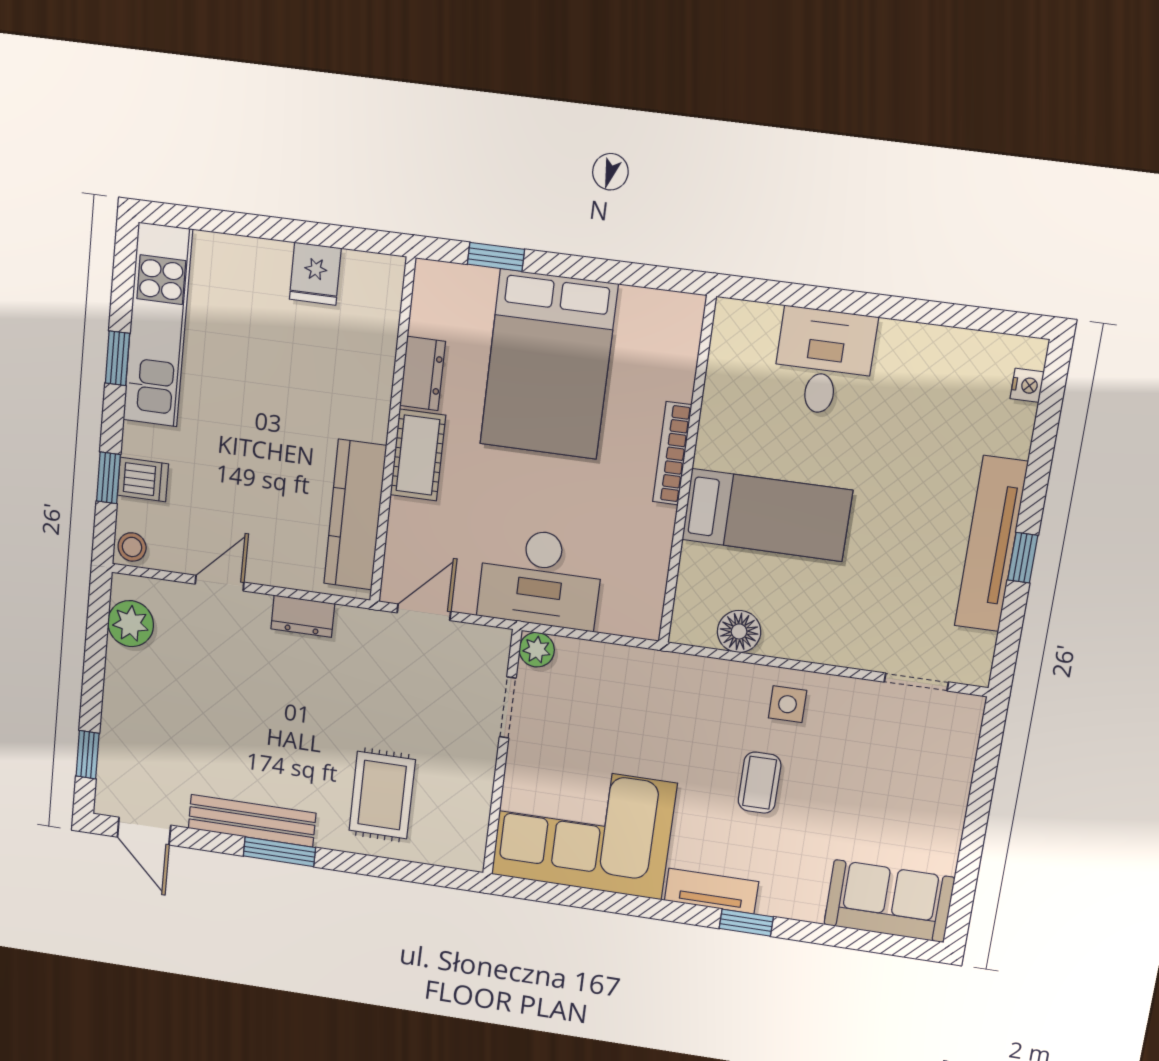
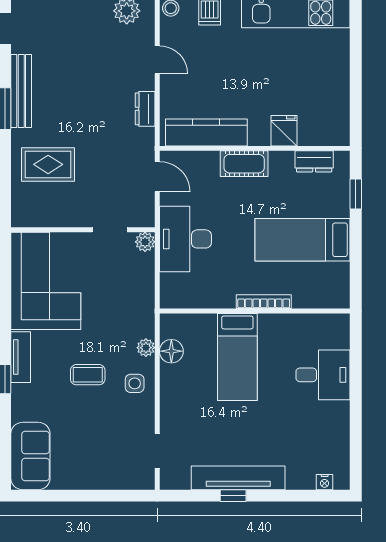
fridge: (315, 274) -> (284, 131), moved, turned 90
bed: (549, 364) -> (303, 240), width x0.67
dresser: (423, 374) -> (314, 161), moved
plant: (726, 675) -> (146, 348), added

